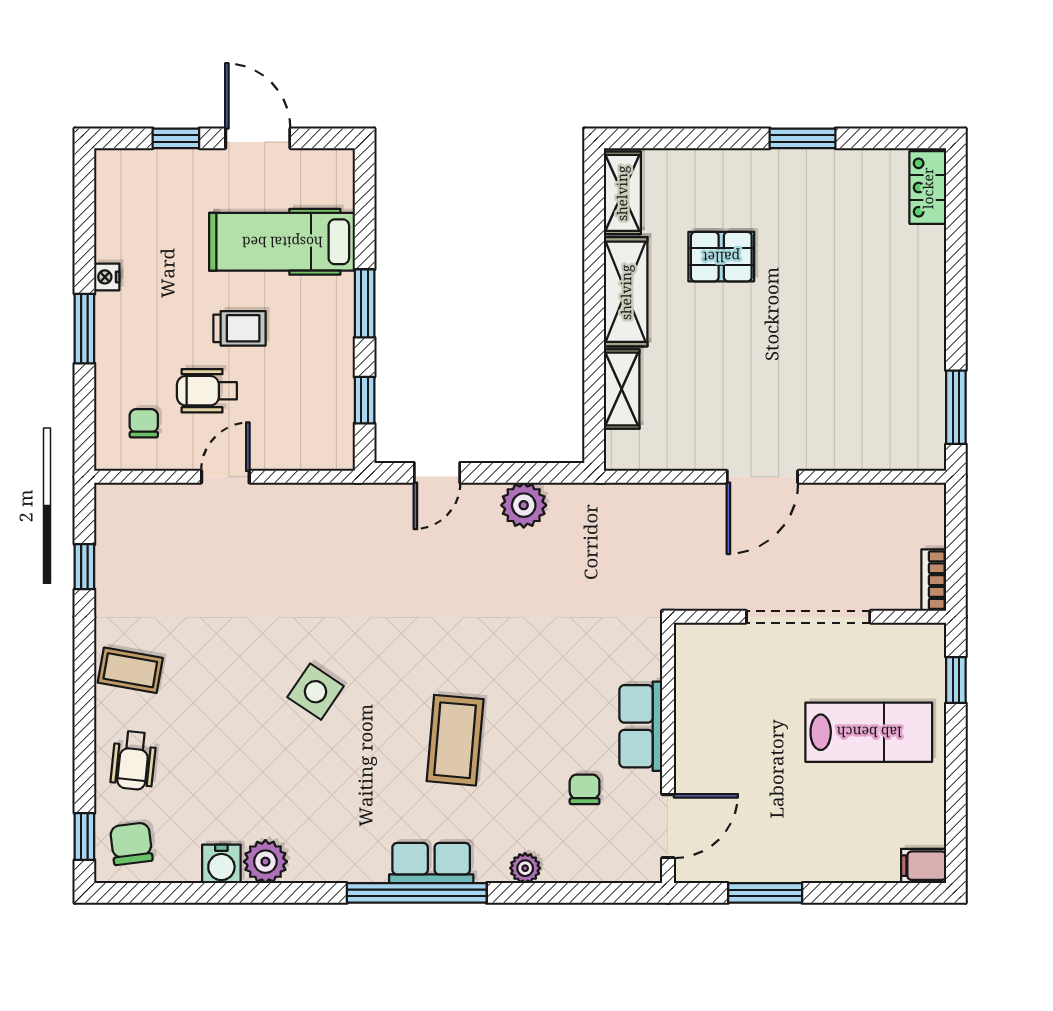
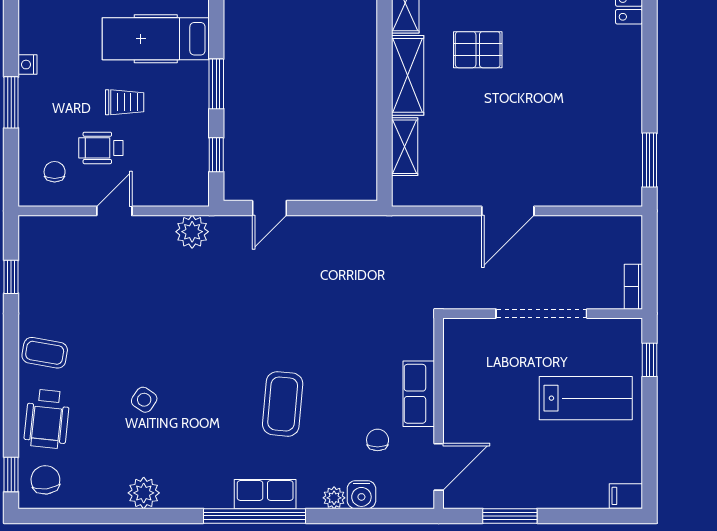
plant: (524, 505) -> (192, 232), moved
side table: (316, 692) -> (144, 400), moved, width x0.73, depth x0.73
wheelchair: (133, 760) -> (47, 419), width x1.36, depth x1.37
water cooler: (221, 864) -> (361, 495), moved

